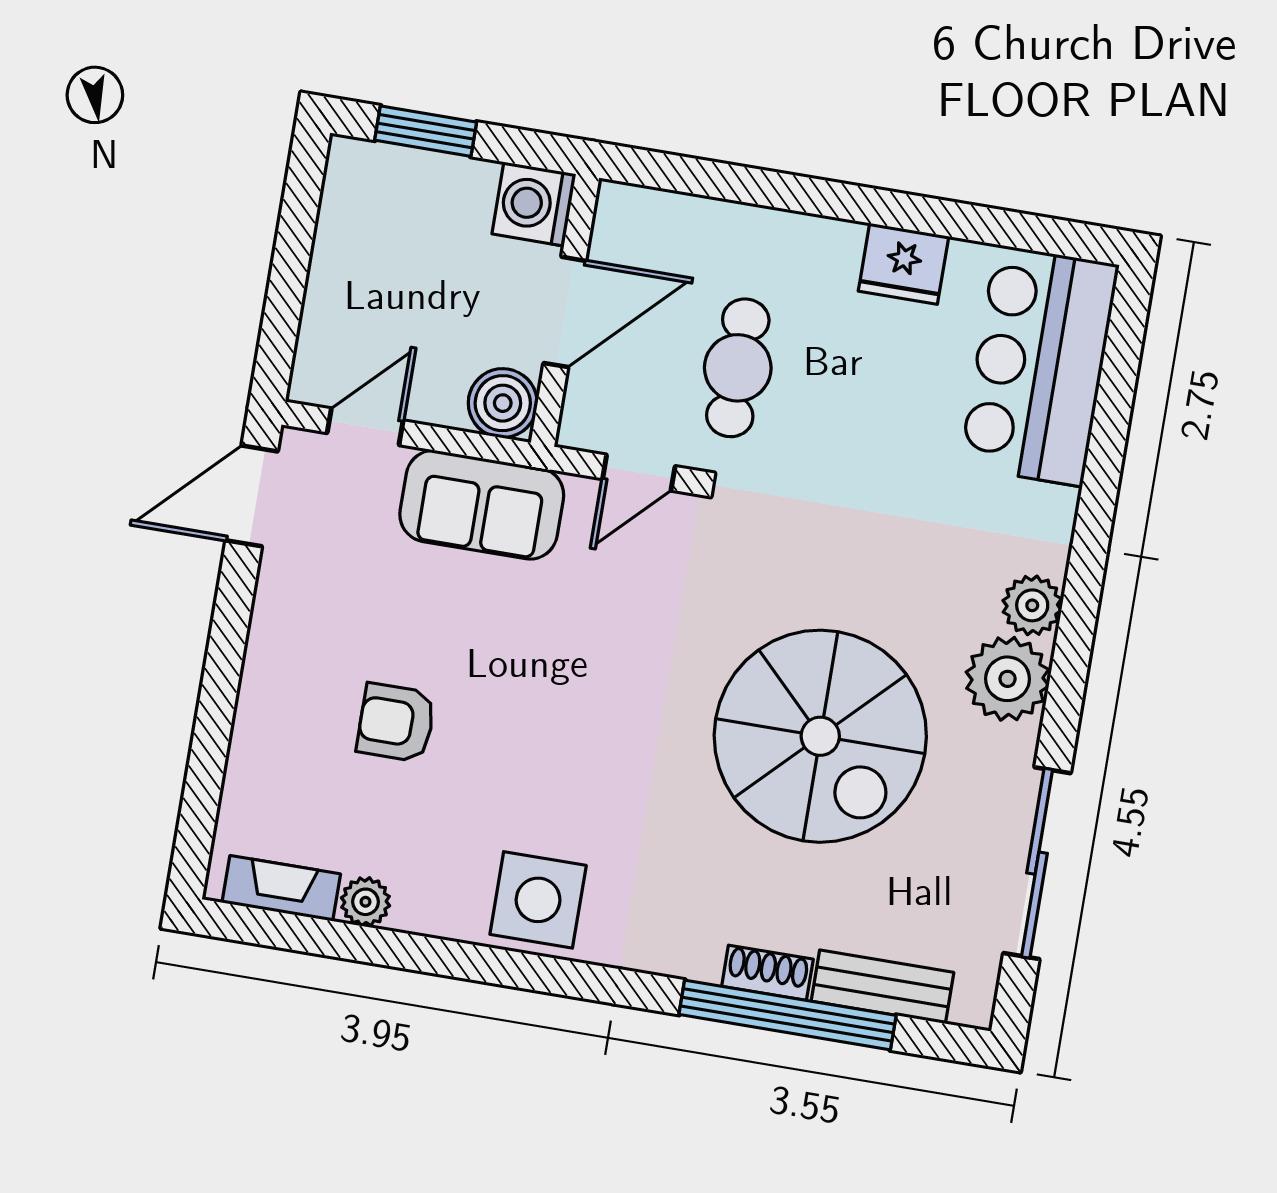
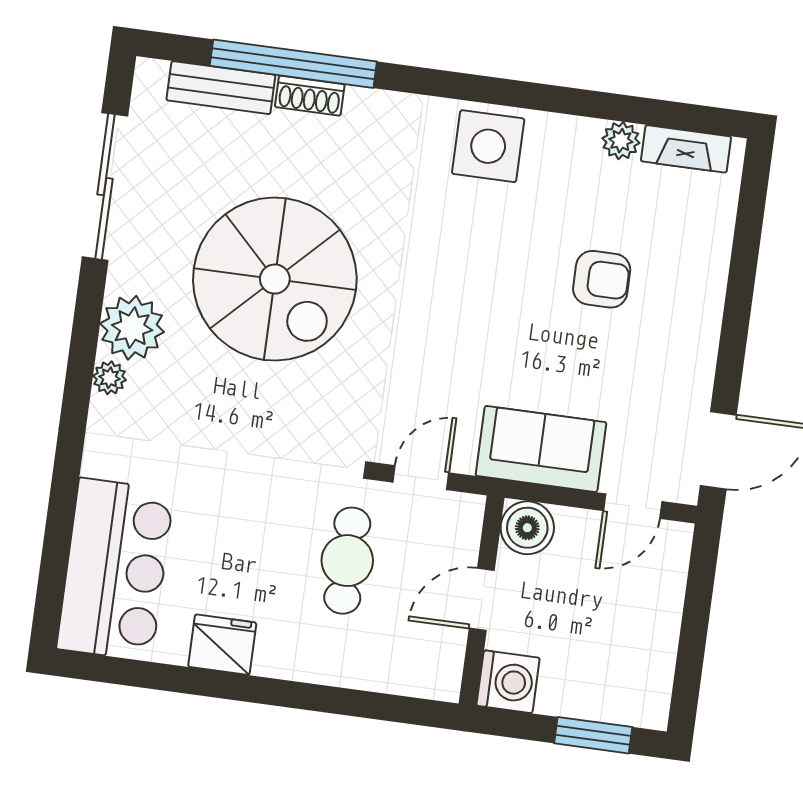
door: (565, 312) -> (482, 599), width x0.73
plant: (1032, 605) -> (110, 378), width x0.73, depth x0.73
spiral stairs: (820, 736) -> (275, 279), turned 180

